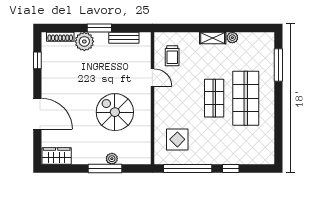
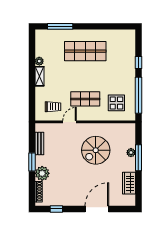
shop shelf: (214, 98) -> (85, 99), moved
wardrobe: (57, 156) -> (129, 183), moved

